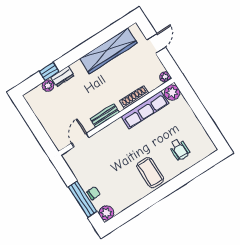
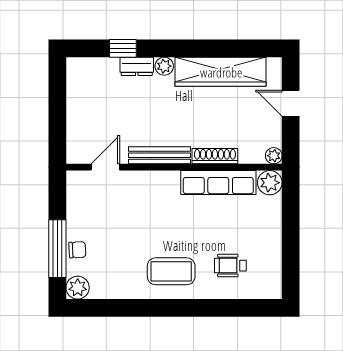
door: (156, 43) -> (291, 103), swing flipped
plant: (48, 86) -> (164, 66), moved
bench: (105, 115) -> (160, 155), width x1.36
wheelchair: (179, 149) -> (230, 266), turned 90
coffee table: (150, 173) -> (171, 271), turned 90

